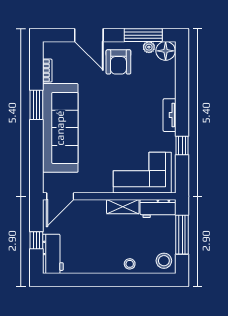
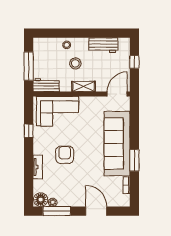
armchair: (118, 62) -> (65, 155), moved
tv unit: (170, 115) -> (38, 167), moved
shelving: (123, 207) -> (83, 86), moved
workbench: (53, 254) -> (103, 45), moved, turned -90
stool: (164, 261) -> (75, 63), moved

